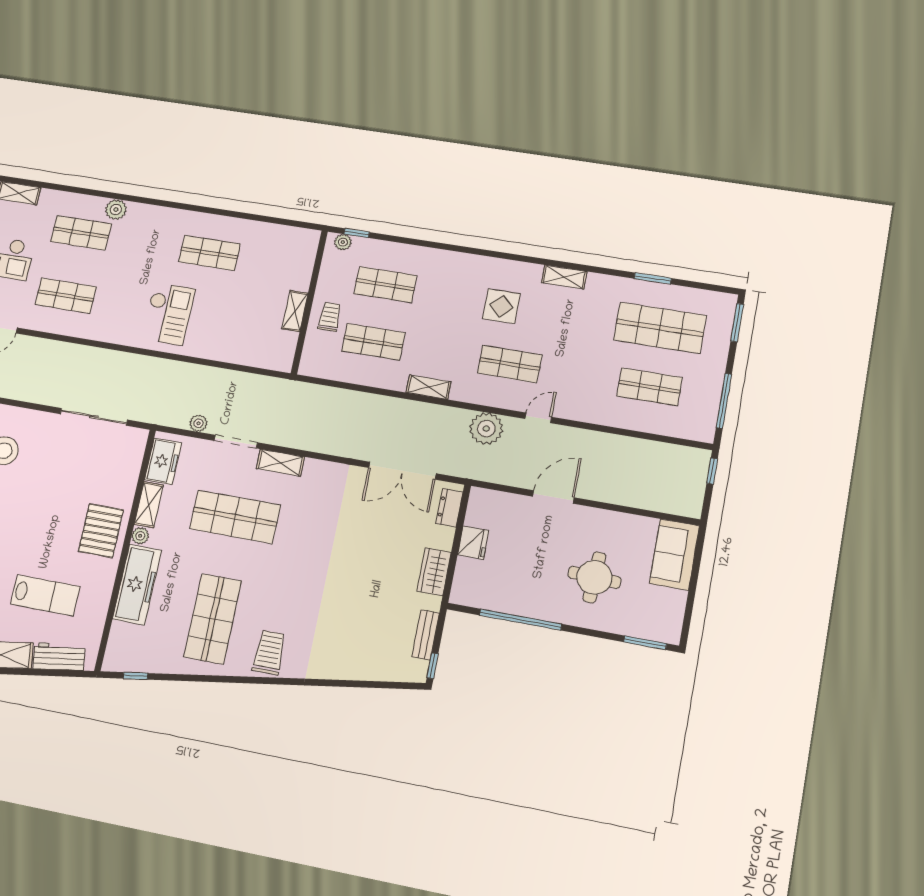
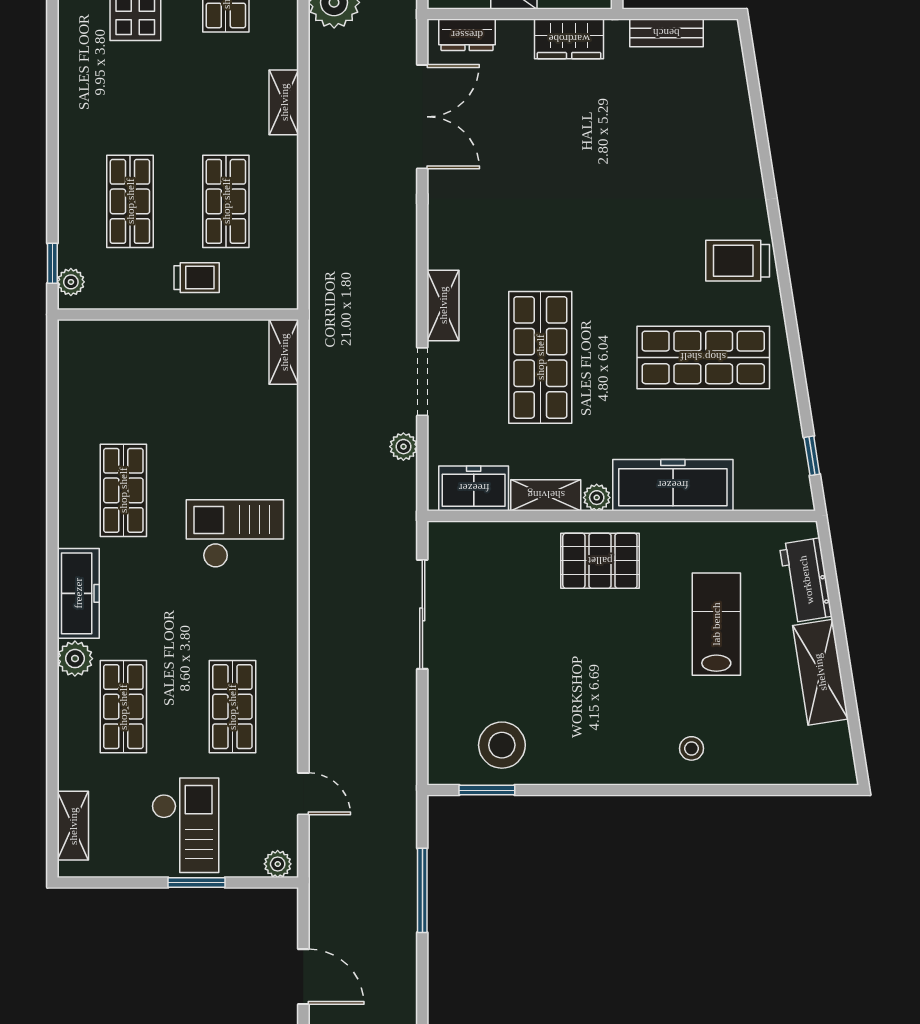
freezer: (154, 217) -> (78, 593), added
shelving: (295, 311) -> (284, 352), moved, turned 90
trolley: (330, 317) -> (197, 278), turned 180
window: (432, 666) -> (711, 14), removed

